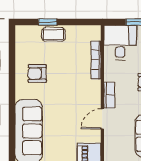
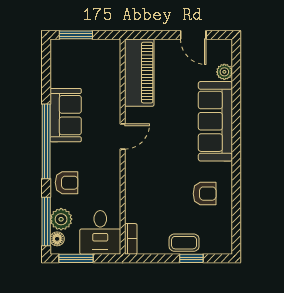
bookcase: (96, 60) -> (131, 239), moved, width x0.64
bookcase: (109, 95) -> (114, 166), removed

